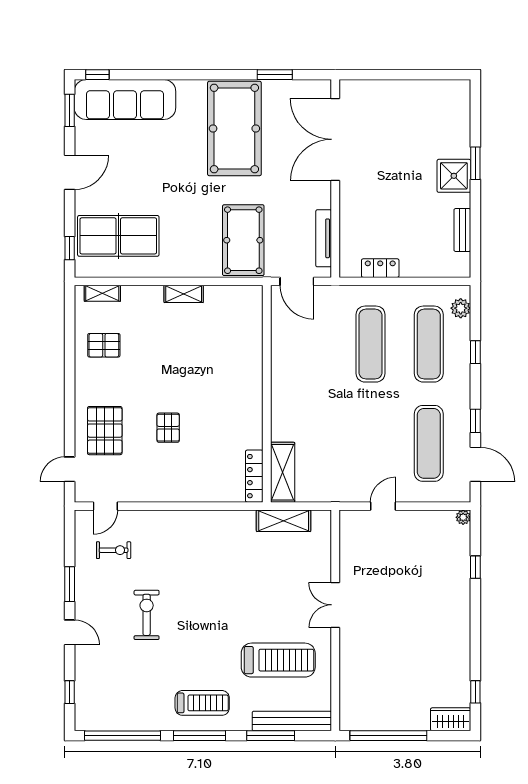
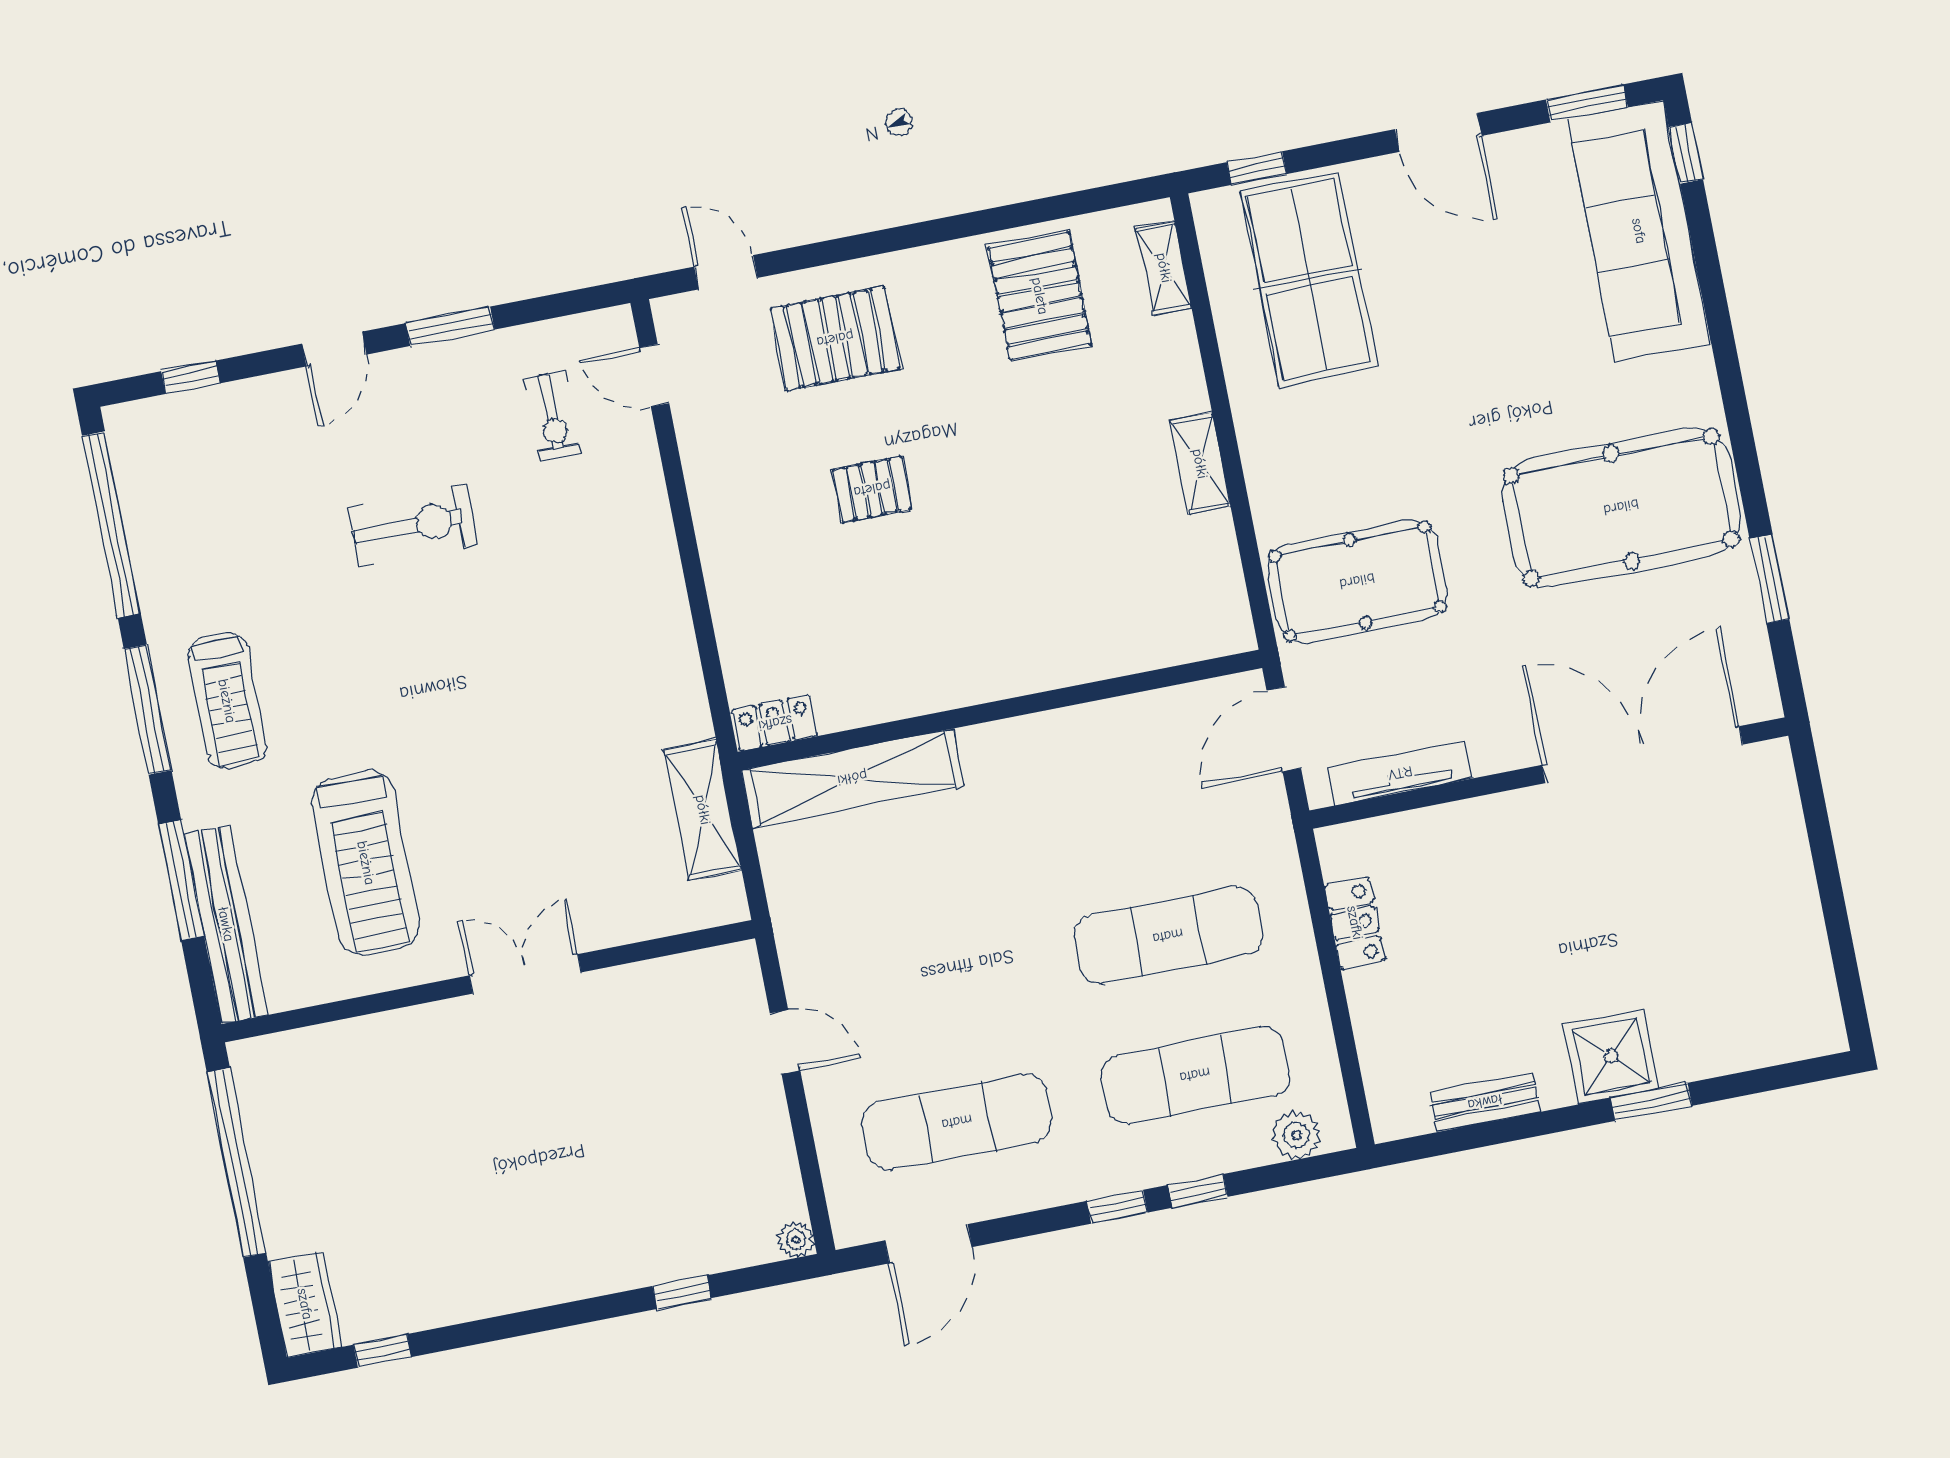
pallet: (104, 345) -> (1040, 296), width x1.50, depth x1.42
window: (475, 421) -> (1117, 1207), moved
shelving: (283, 472) -> (852, 778), width x1.47
locker: (254, 476) -> (775, 723), width x0.66

